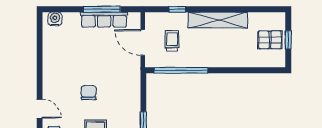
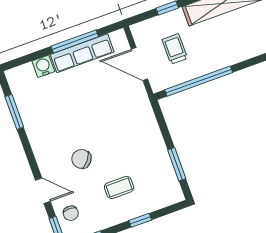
water cooler: (55, 19) -> (43, 66), moved
window: (40, 44) -> (14, 112), added
chair: (89, 92) -> (81, 159), moved, turned -51

